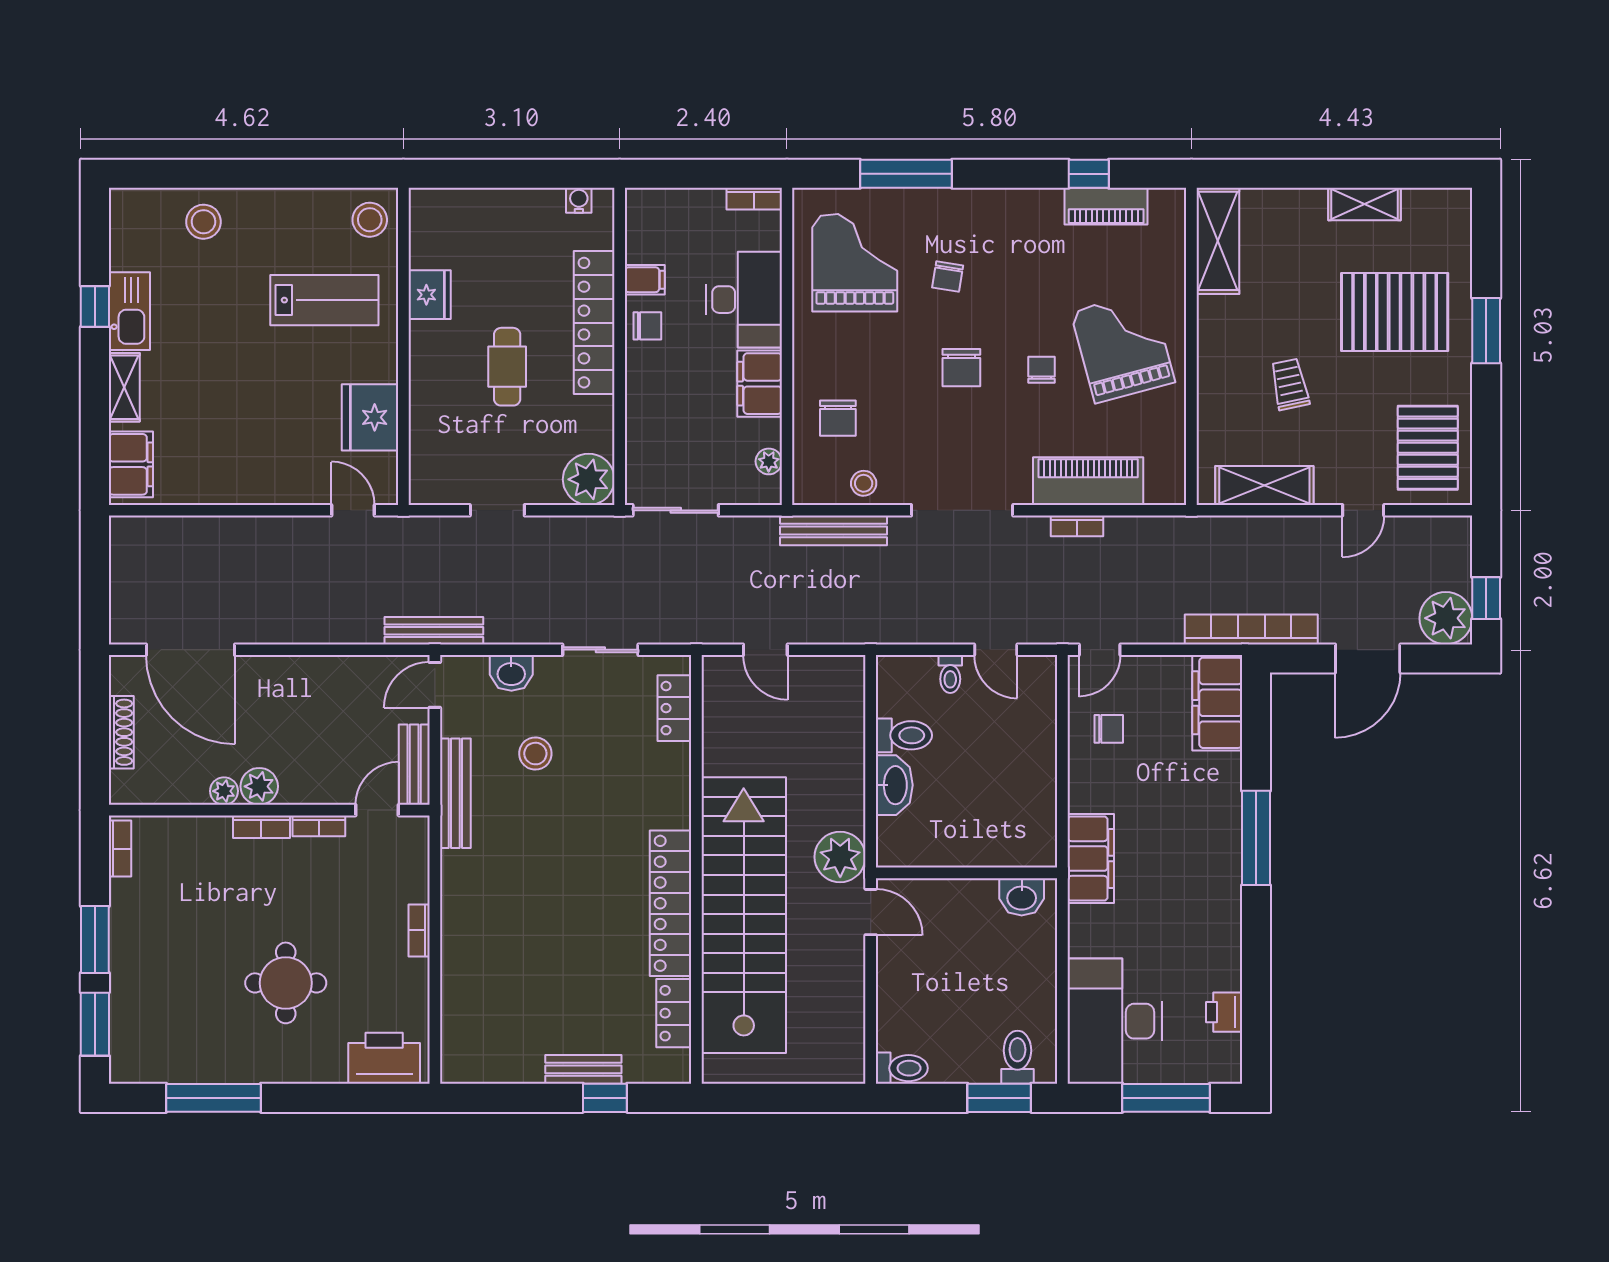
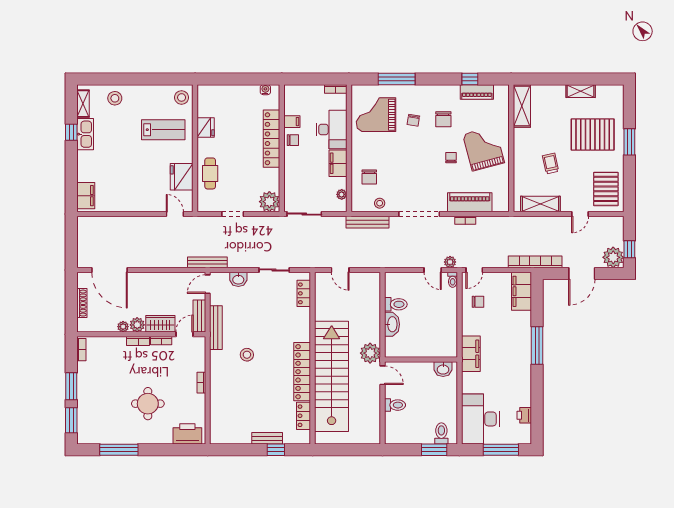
grand piano: (855, 263) -> (376, 115), turned -90
cafe table: (507, 367) -> (210, 173), moved
chair: (961, 368) -> (443, 119), moved
shelving: (124, 387) -> (83, 104), moved
plant: (1039, 630) -> (450, 262), added
toilet: (950, 674) -> (453, 280), moved
stool: (535, 754) -> (247, 355), moved
wardrobe: (317, 784) -> (160, 324), added
toilet: (902, 1068) -> (395, 405), moved

